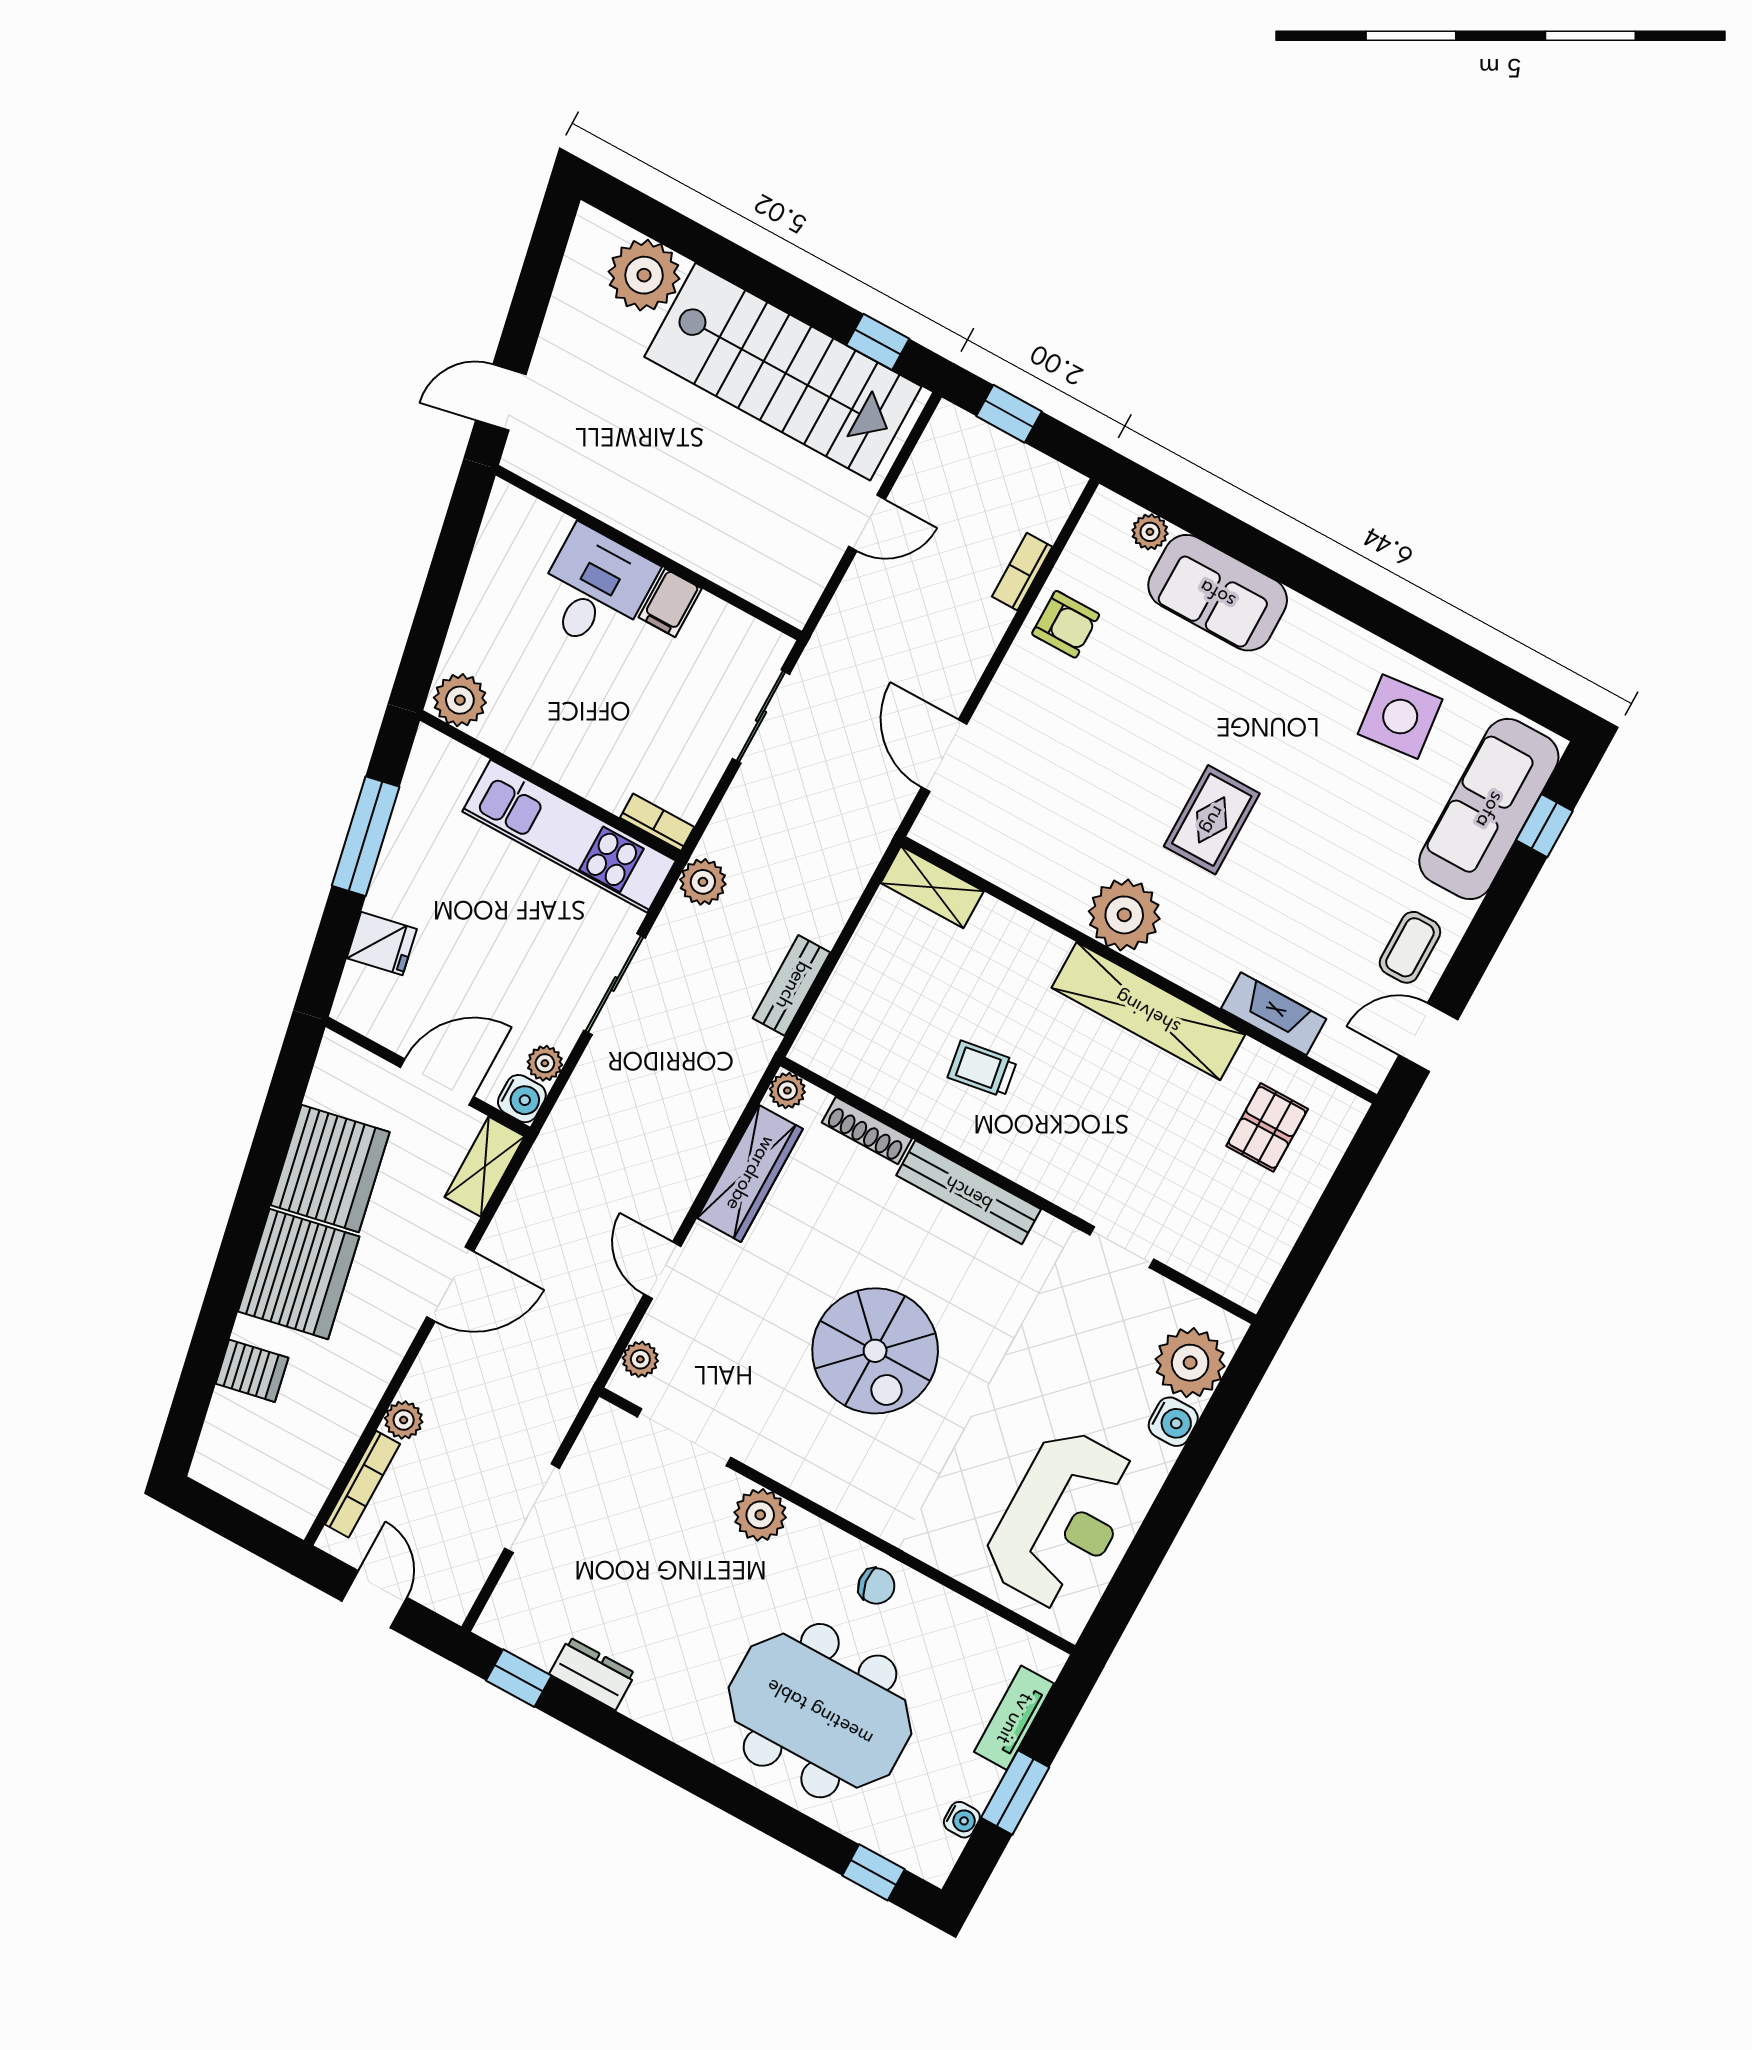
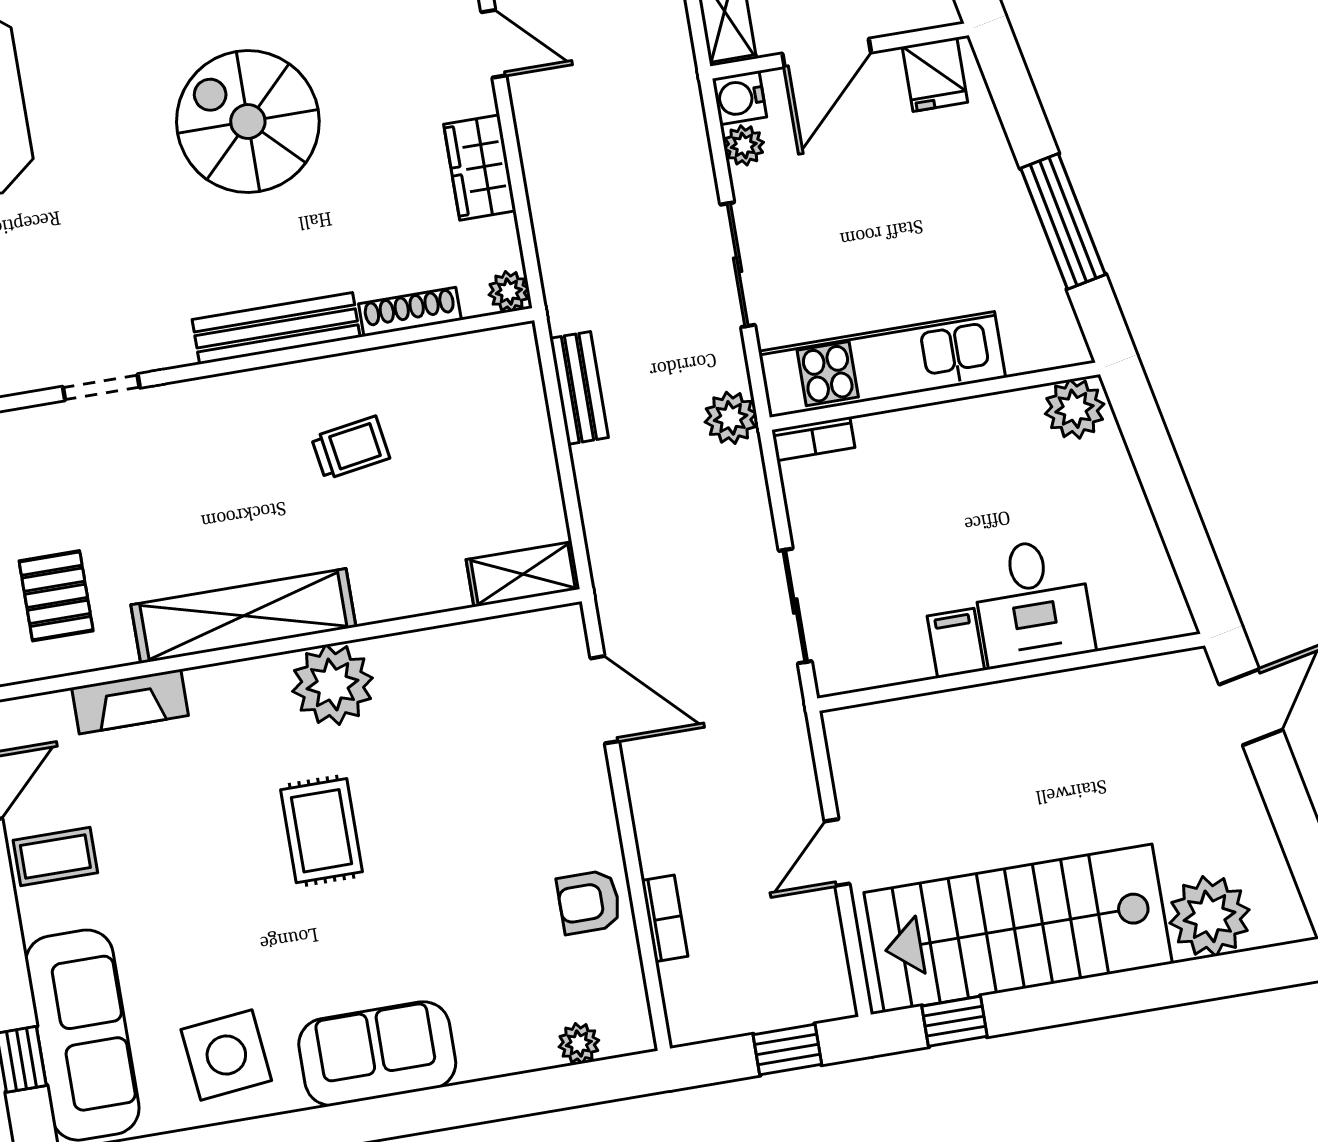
sofa: (1218, 593) -> (377, 1054), moved
fridge: (382, 944) -> (935, 74), moved, turned -78
coffee table: (1410, 947) -> (55, 857), turned 90
wardrobe: (750, 1173) -> (480, 167), width x0.67

